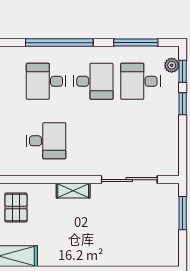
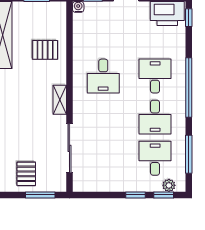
pallet: (158, 229) -> (26, 174), added

